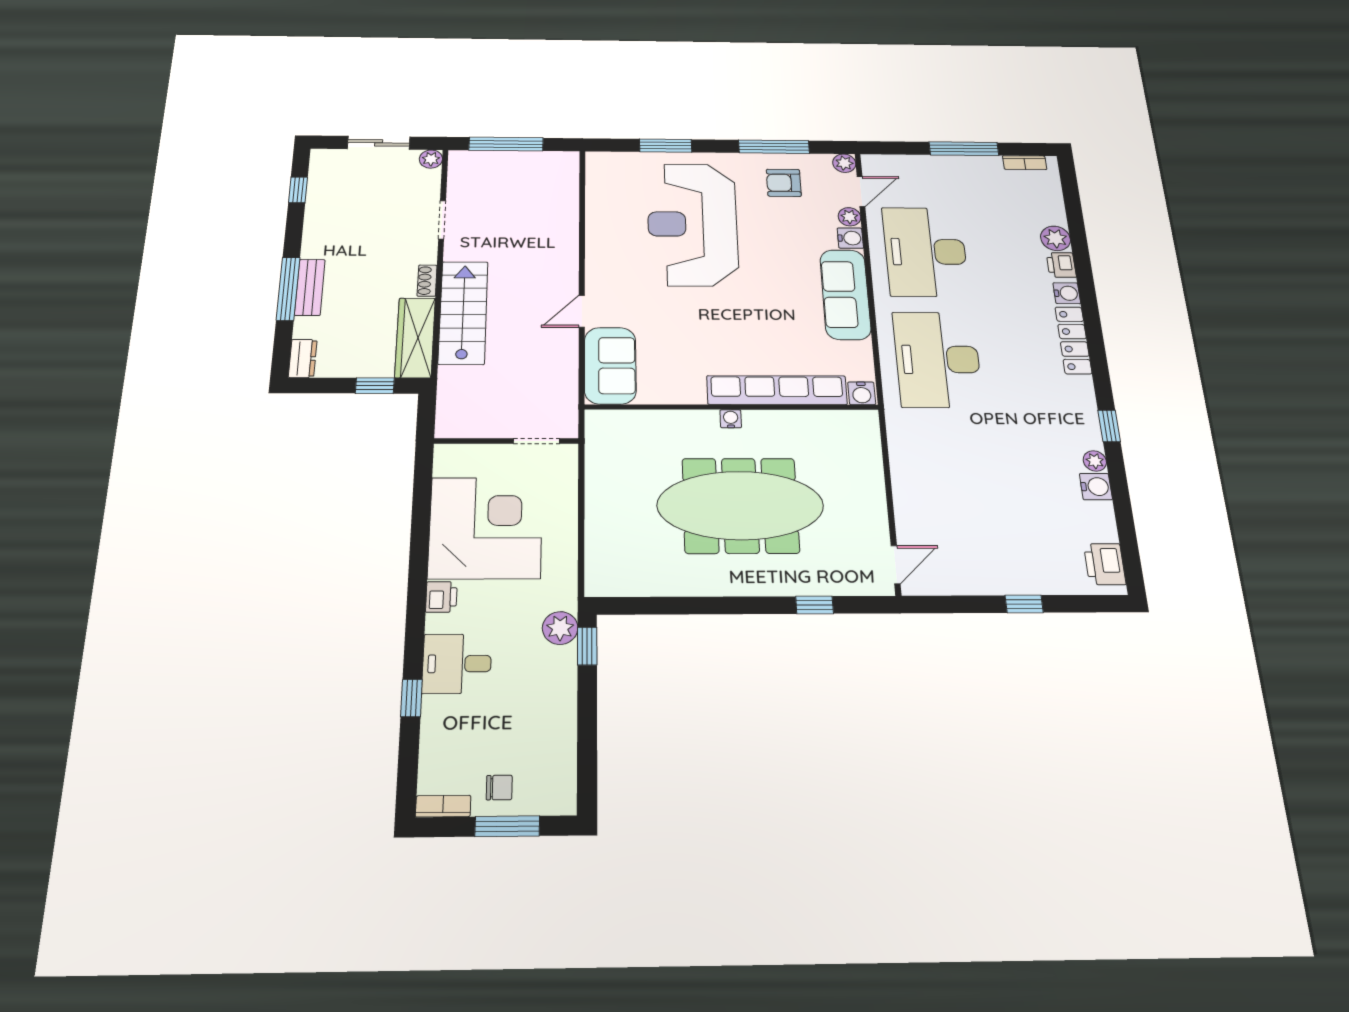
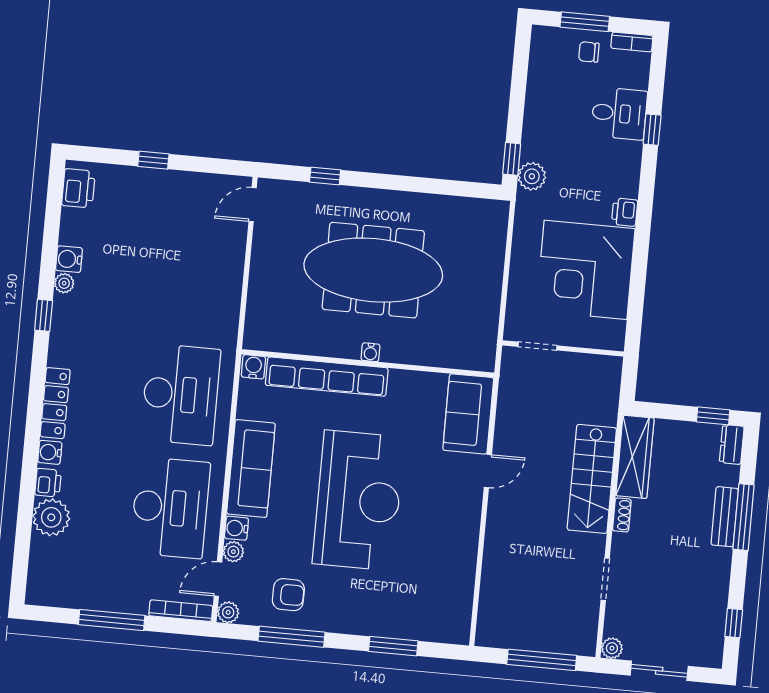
bookcase: (1025, 163) -> (181, 611), moved, width x1.56
reception desk: (692, 224) -> (358, 500), moved
plant: (1056, 238) -> (51, 517), width x1.36, depth x1.36
window: (375, 386) -> (713, 416), moved
desk: (457, 664) -> (619, 113), moved

